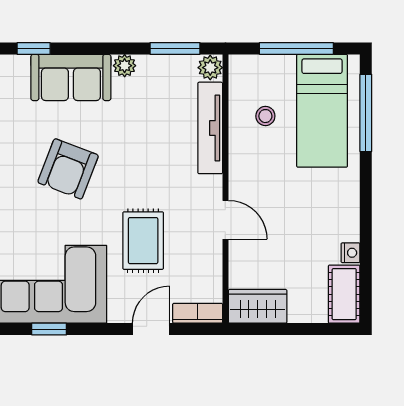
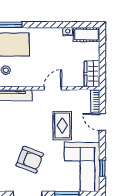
rug: (143, 241) -> (62, 126), turned 90

